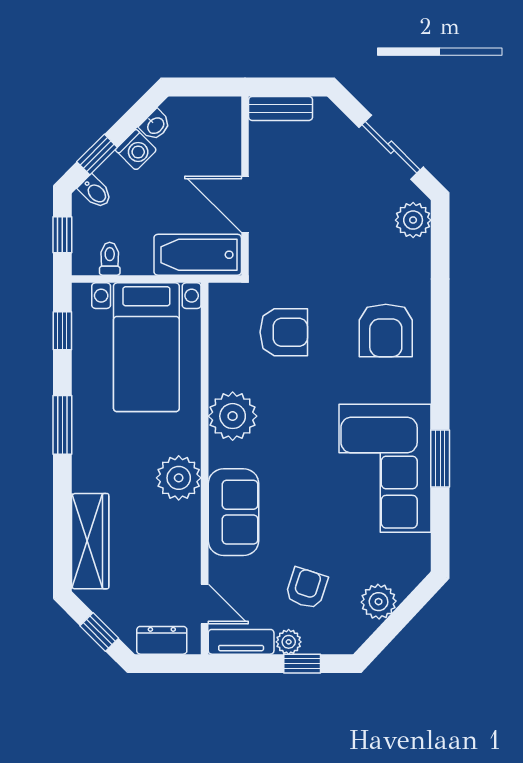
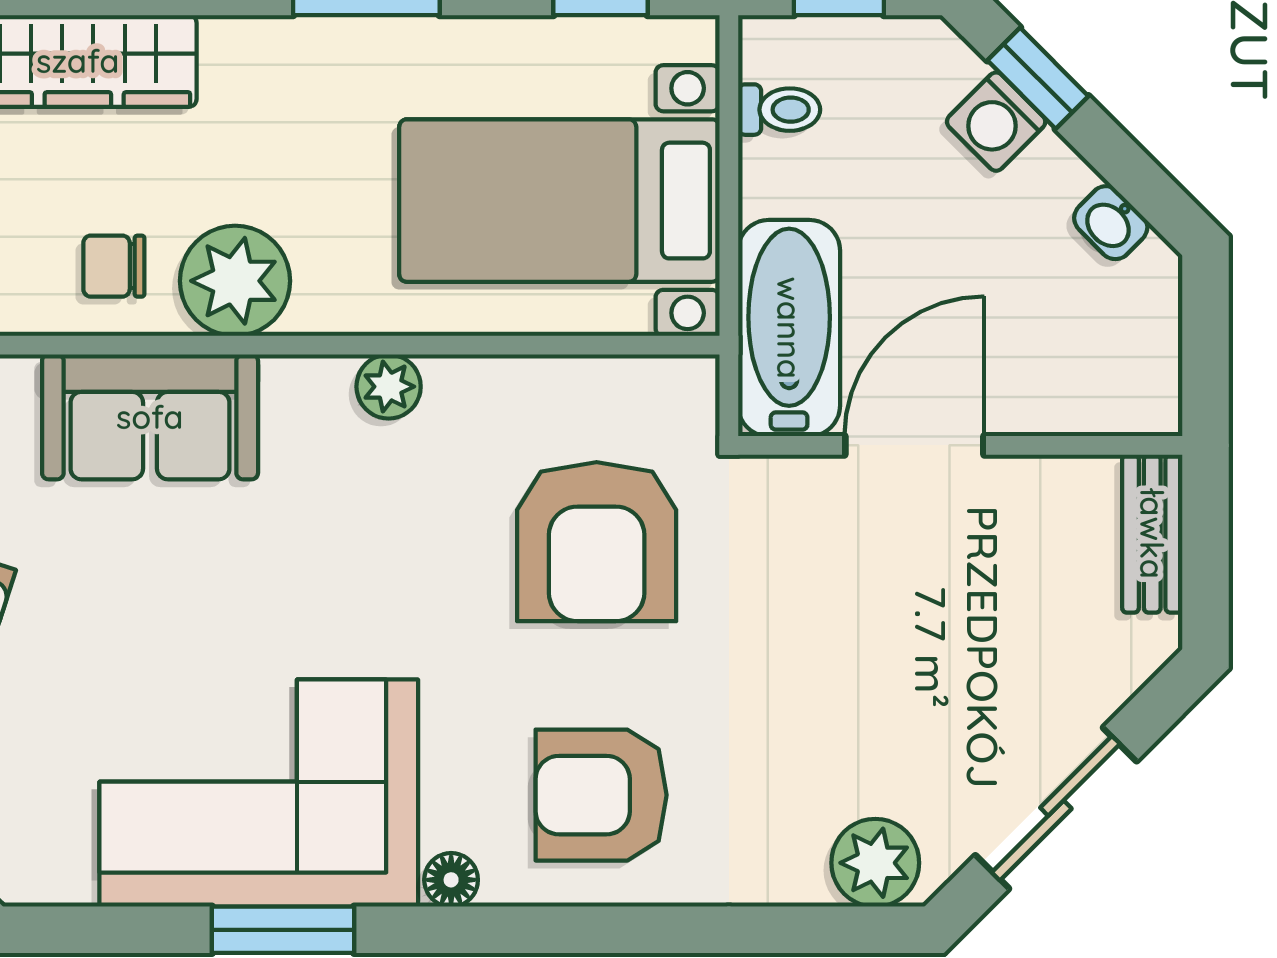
washing machine: (136, 150) -> (996, 122), moved
bidet: (95, 192) -> (945, 74), removed
armchair: (284, 332) -> (597, 542), width x1.36, depth x1.36
floor lamp: (420, 391) -> (451, 880), added
plant: (233, 416) -> (389, 387), width x0.53, depth x0.53
chair: (173, 527) -> (114, 266), added

